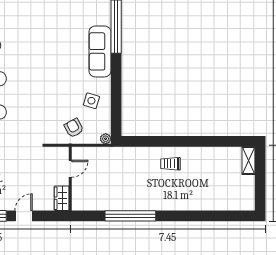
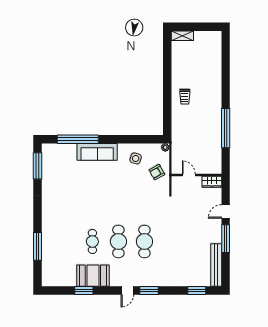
door: (24, 216) -> (226, 211), hinge flipped

